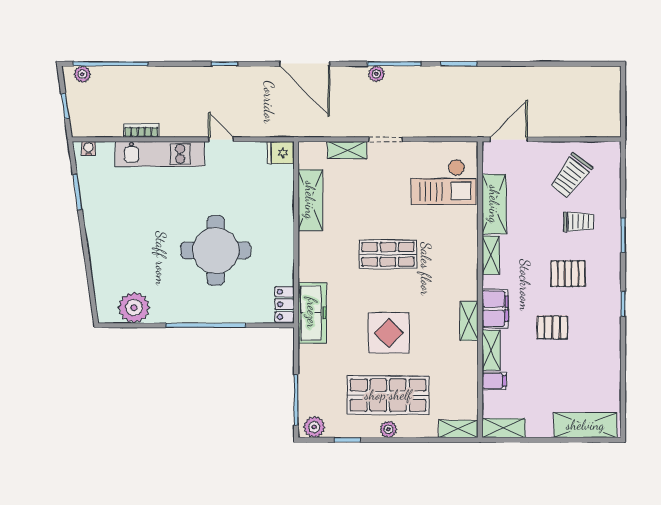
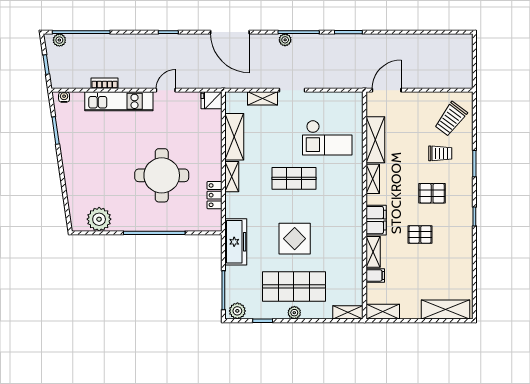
door: (221, 139) -> (166, 90), hinge flipped
trolley: (571, 176) -> (451, 119), moved
checkout: (444, 182) -> (327, 138), moved
locker: (284, 304) -> (214, 195), moved
freezer: (312, 313) -> (236, 242), moved
shelving: (469, 321) -> (232, 177), moved

